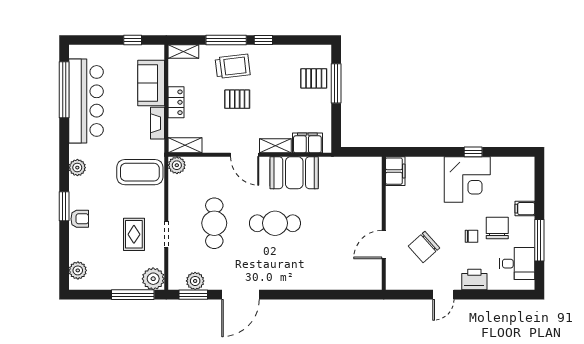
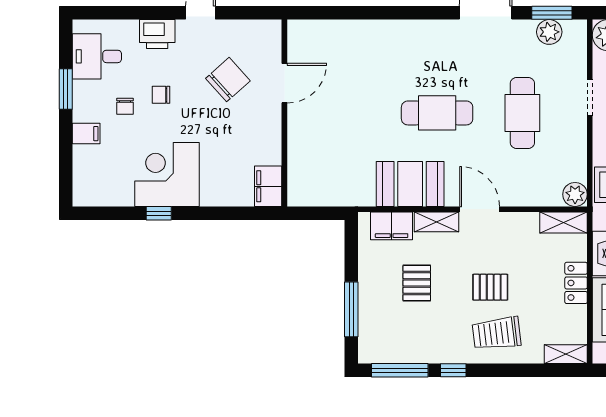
window: (226, 40) -> (400, 370), moved
pallet: (314, 78) -> (417, 283), moved, turned 90
chair: (497, 228) -> (125, 106), width x0.54, depth x0.54
window: (539, 240) -> (66, 89), width x0.69

